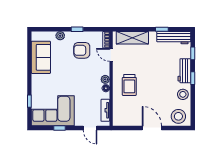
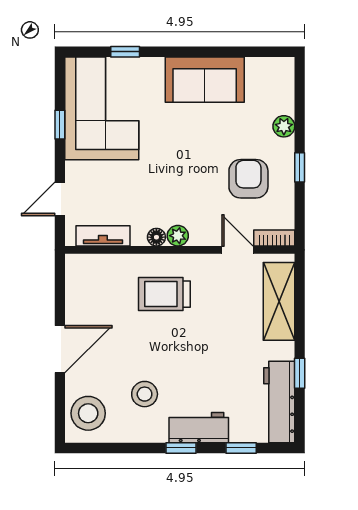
door: (111, 55) -> (237, 250), hinge flipped
sofa: (41, 57) -> (205, 80), moved
stool: (183, 94) -> (145, 394), moved

